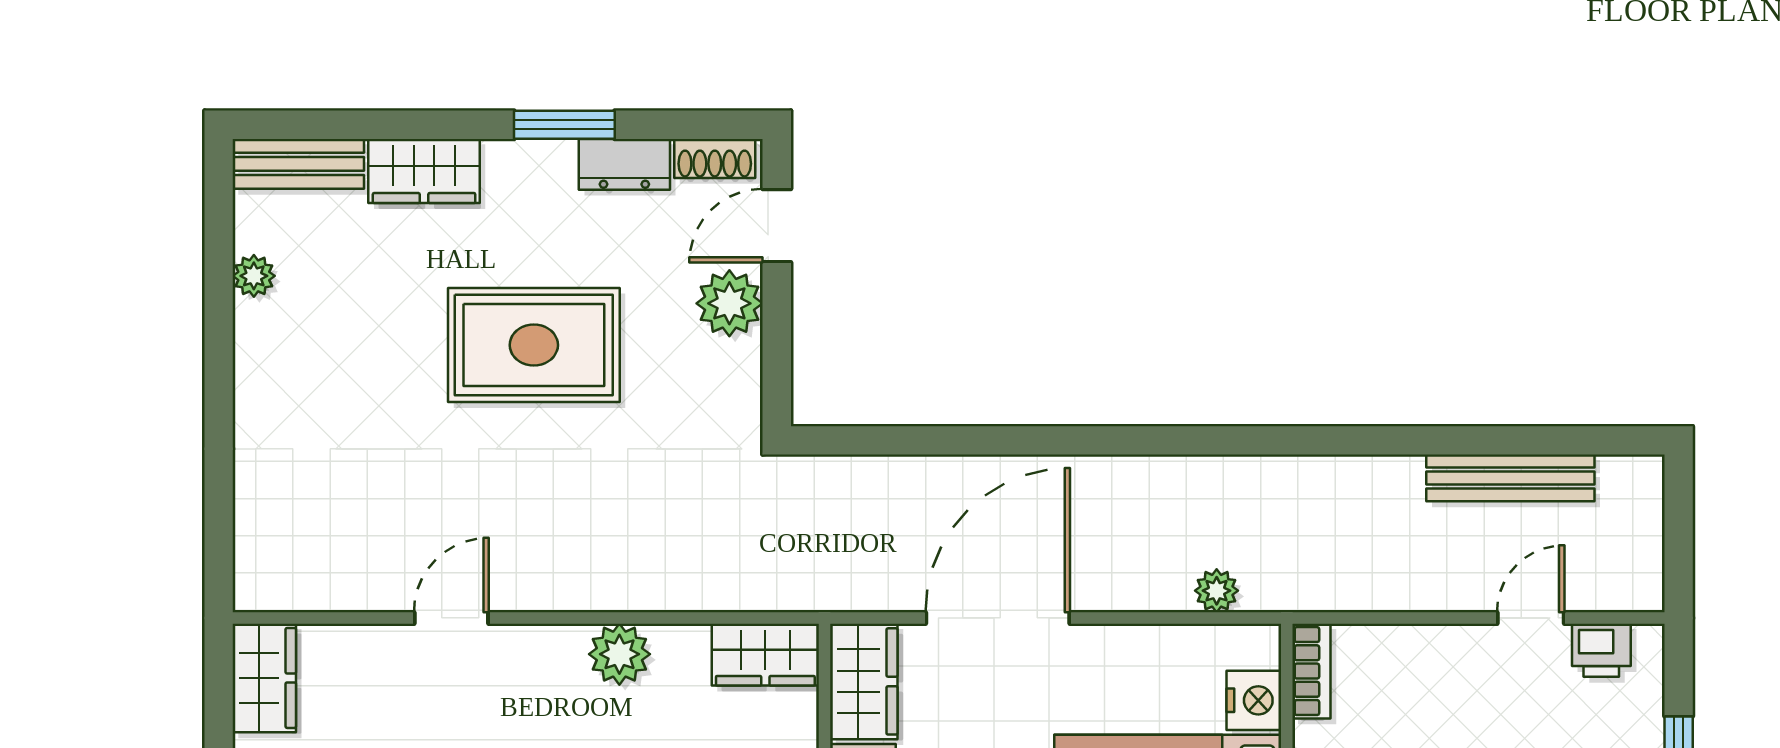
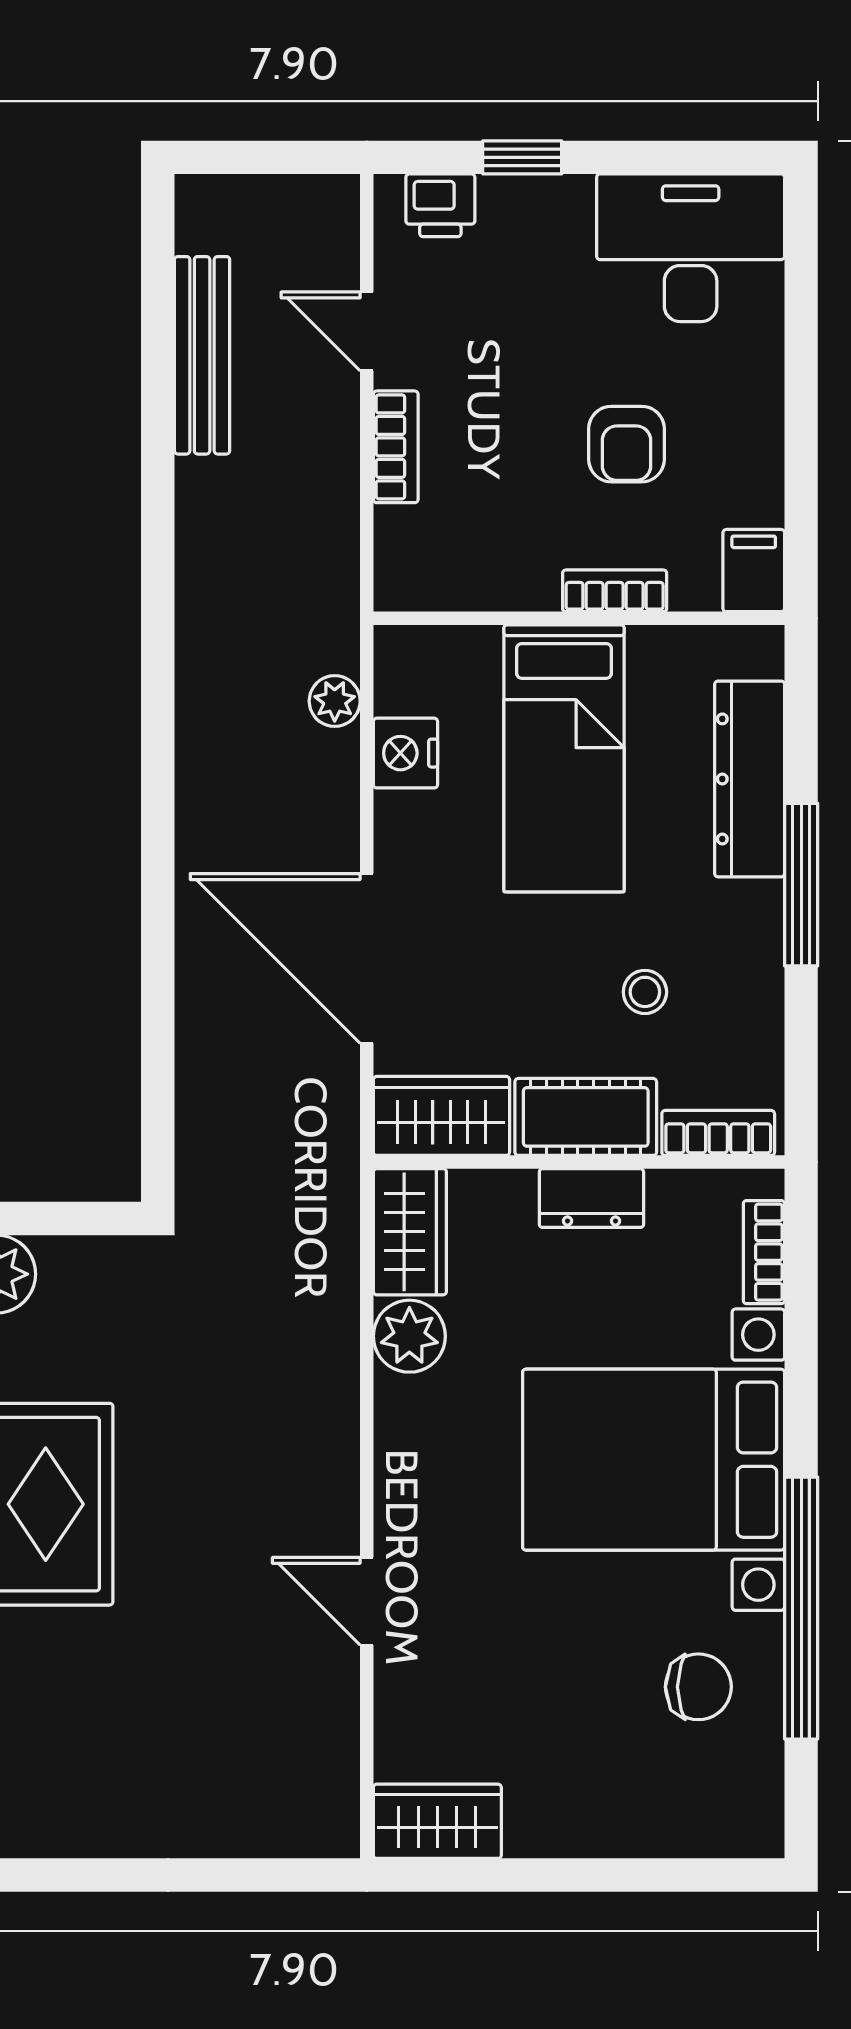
printer: (1601, 650) -> (440, 205), moved, turned 90
plant: (619, 654) -> (409, 1336), moved
bookcase: (1311, 671) -> (396, 447), moved, turned 90
nightstand: (1254, 700) -> (405, 753), moved, turned -90

